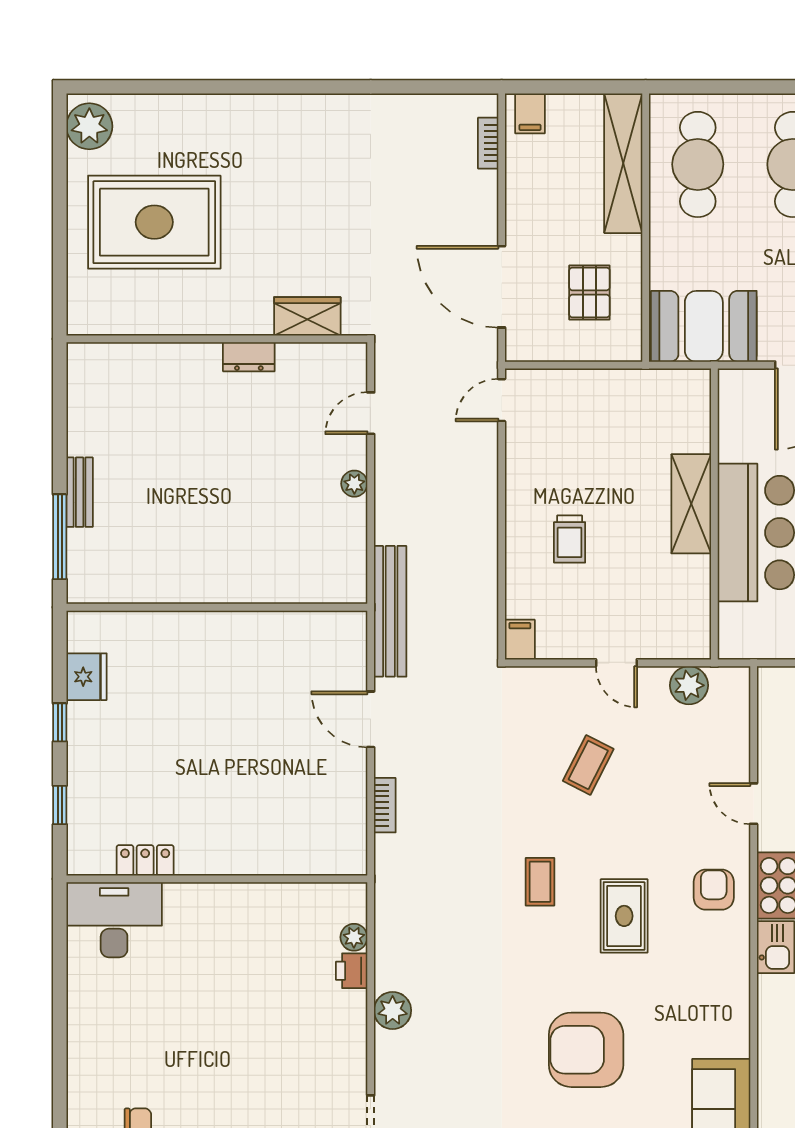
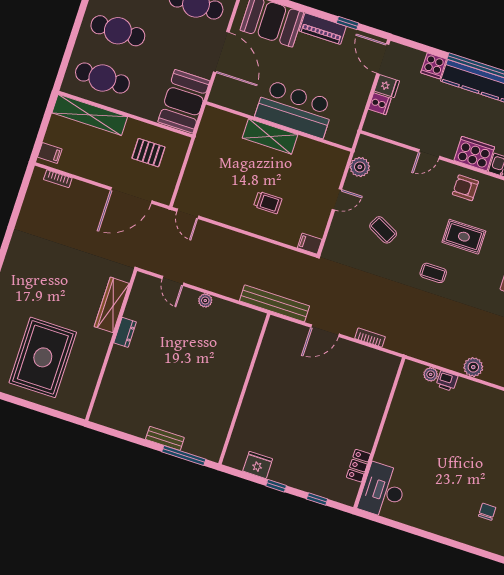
wardrobe: (307, 316) -> (112, 305), width x1.50

